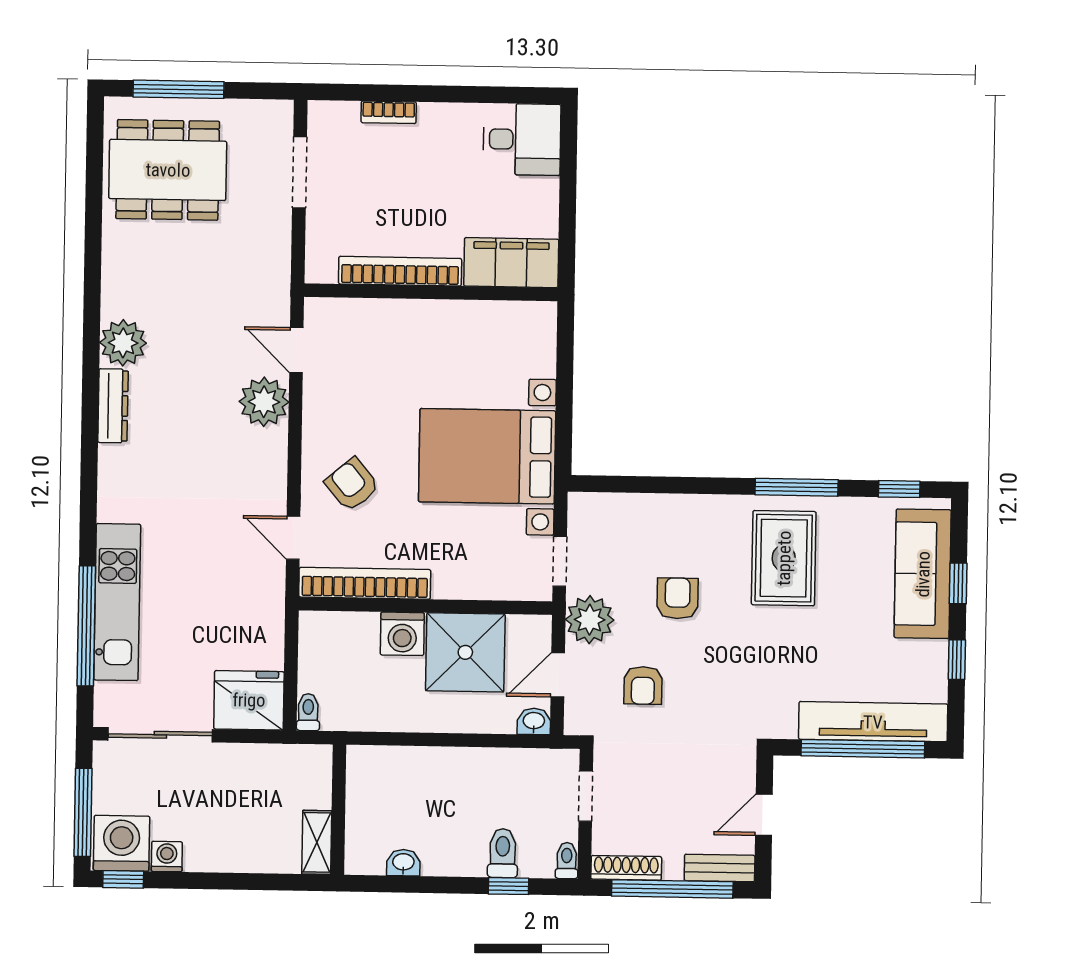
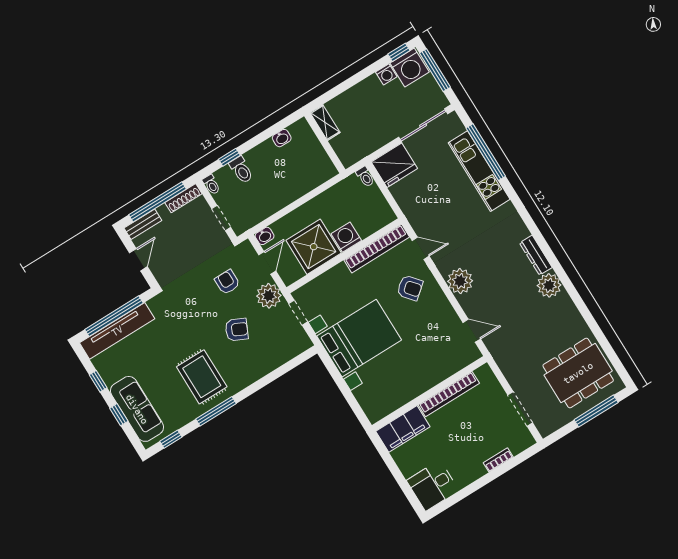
plant: (264, 402) -> (460, 281), moved
armchair: (678, 598) -> (237, 330), turned -65

